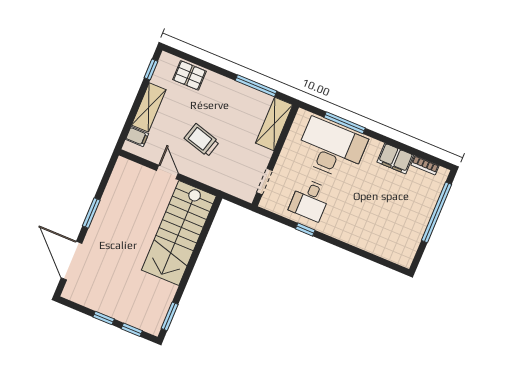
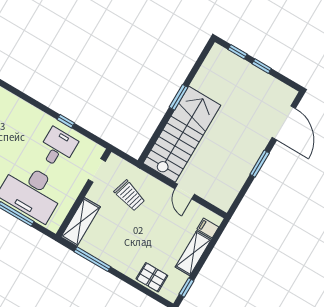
trolley: (202, 140) -> (130, 196), moved
window: (170, 316) -> (178, 97), moved

